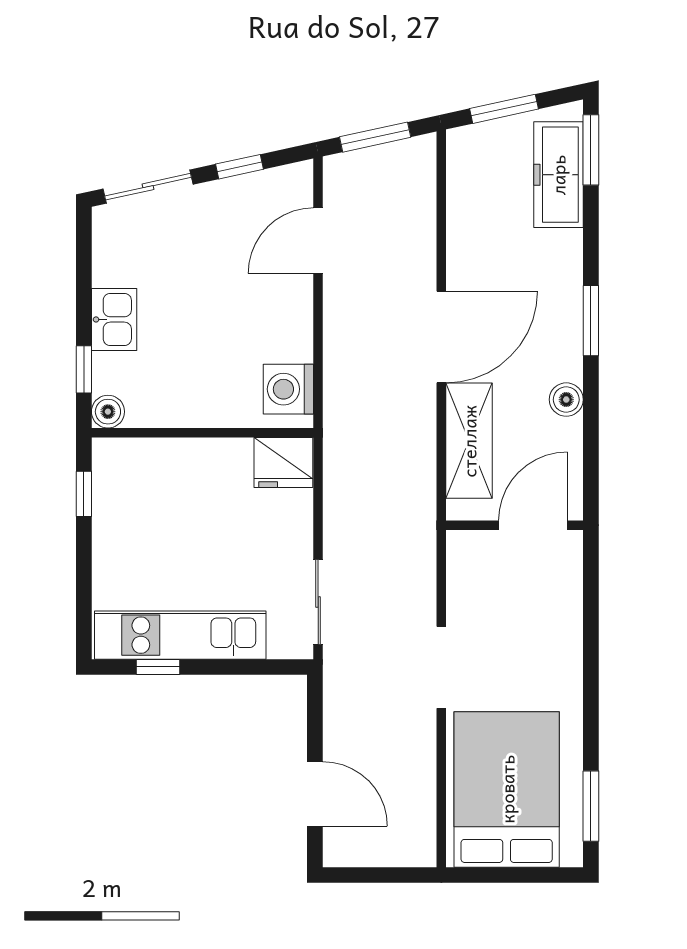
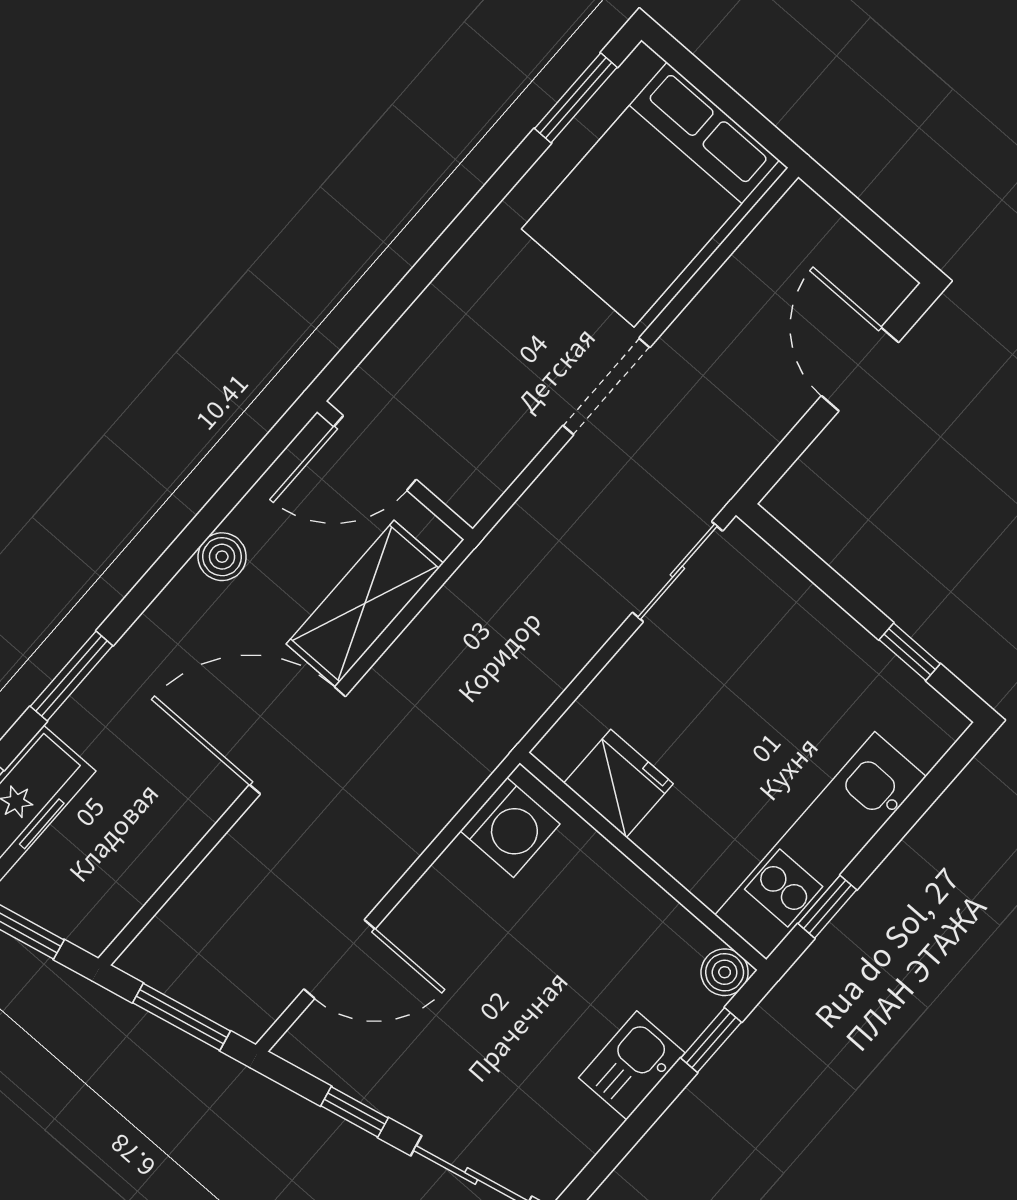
window: (591, 321) -> (72, 676), moved
fridge: (283, 463) -> (618, 783), moved
kitchen unit: (180, 635) -> (820, 846), moved, turned 90

